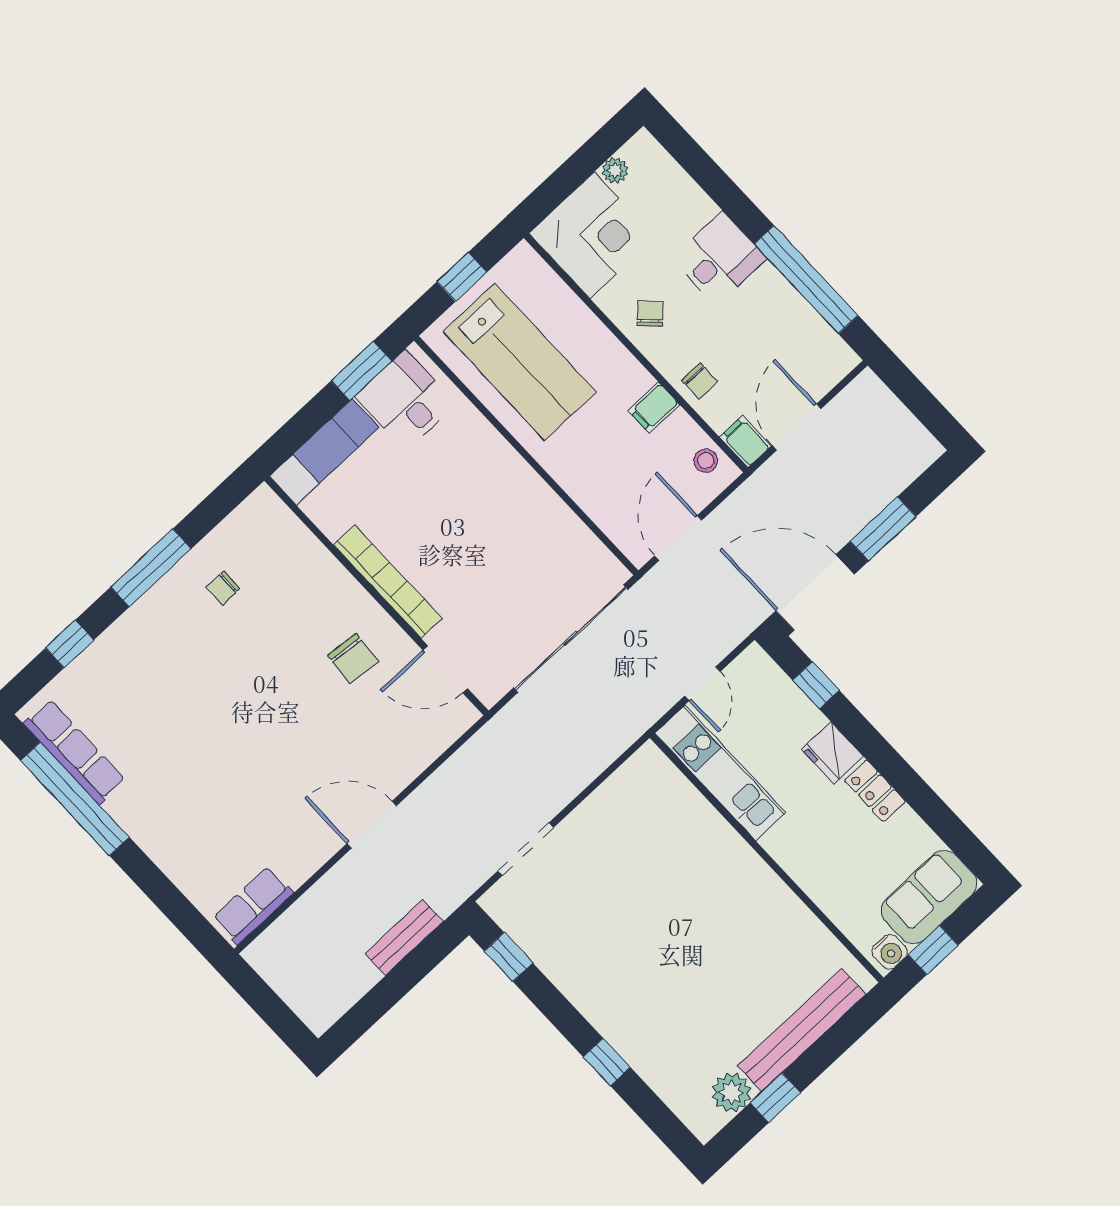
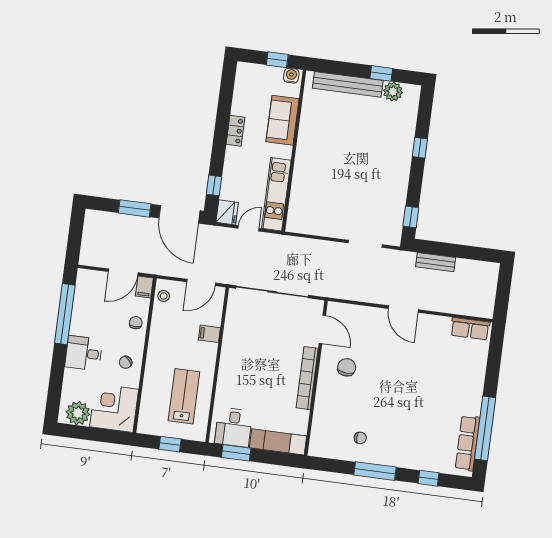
plant: (615, 170) -> (78, 413), width x1.88, depth x1.88
lab bench: (520, 362) -> (184, 396), width x0.73, depth x0.72
filing cabinet: (654, 408) -> (209, 334), moved, turned 180
fridge: (832, 753) -> (227, 212), moved
sofa: (929, 897) -> (283, 120), moved, turned 90

